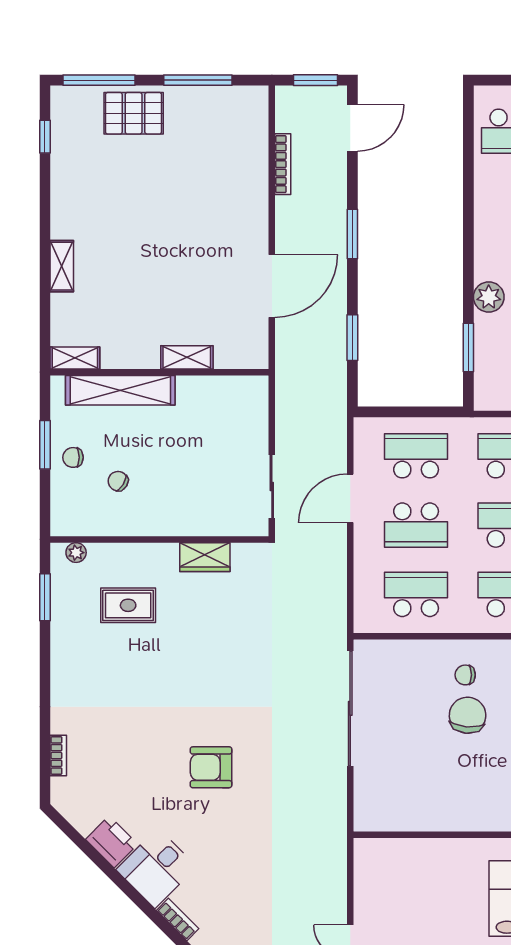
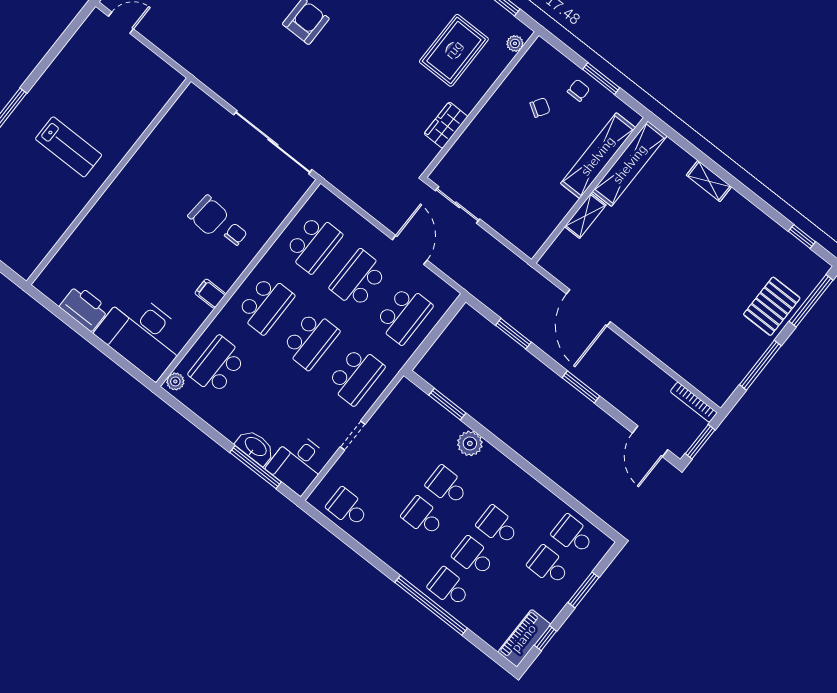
bookcase: (283, 164) -> (694, 402), moved
shelving: (75, 358) -> (630, 164), width x2.20, depth x1.33
rug: (128, 605) -> (454, 50), width x1.36, depth x1.43

